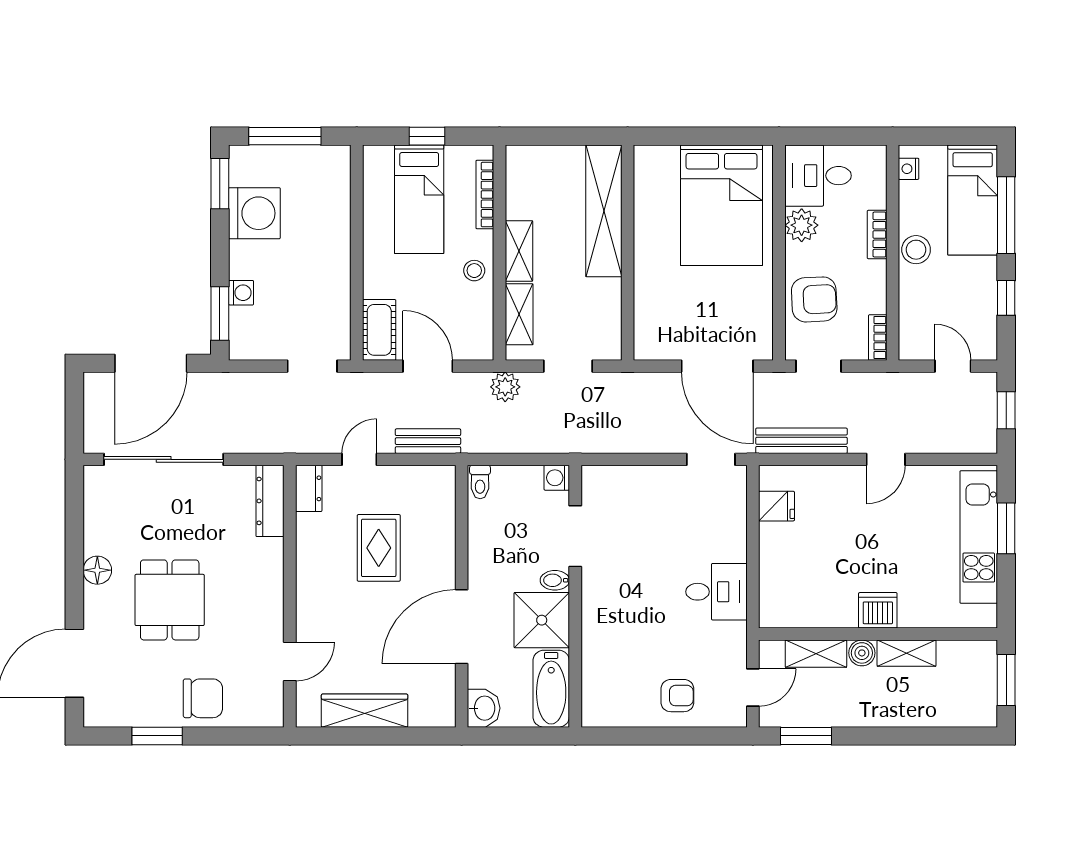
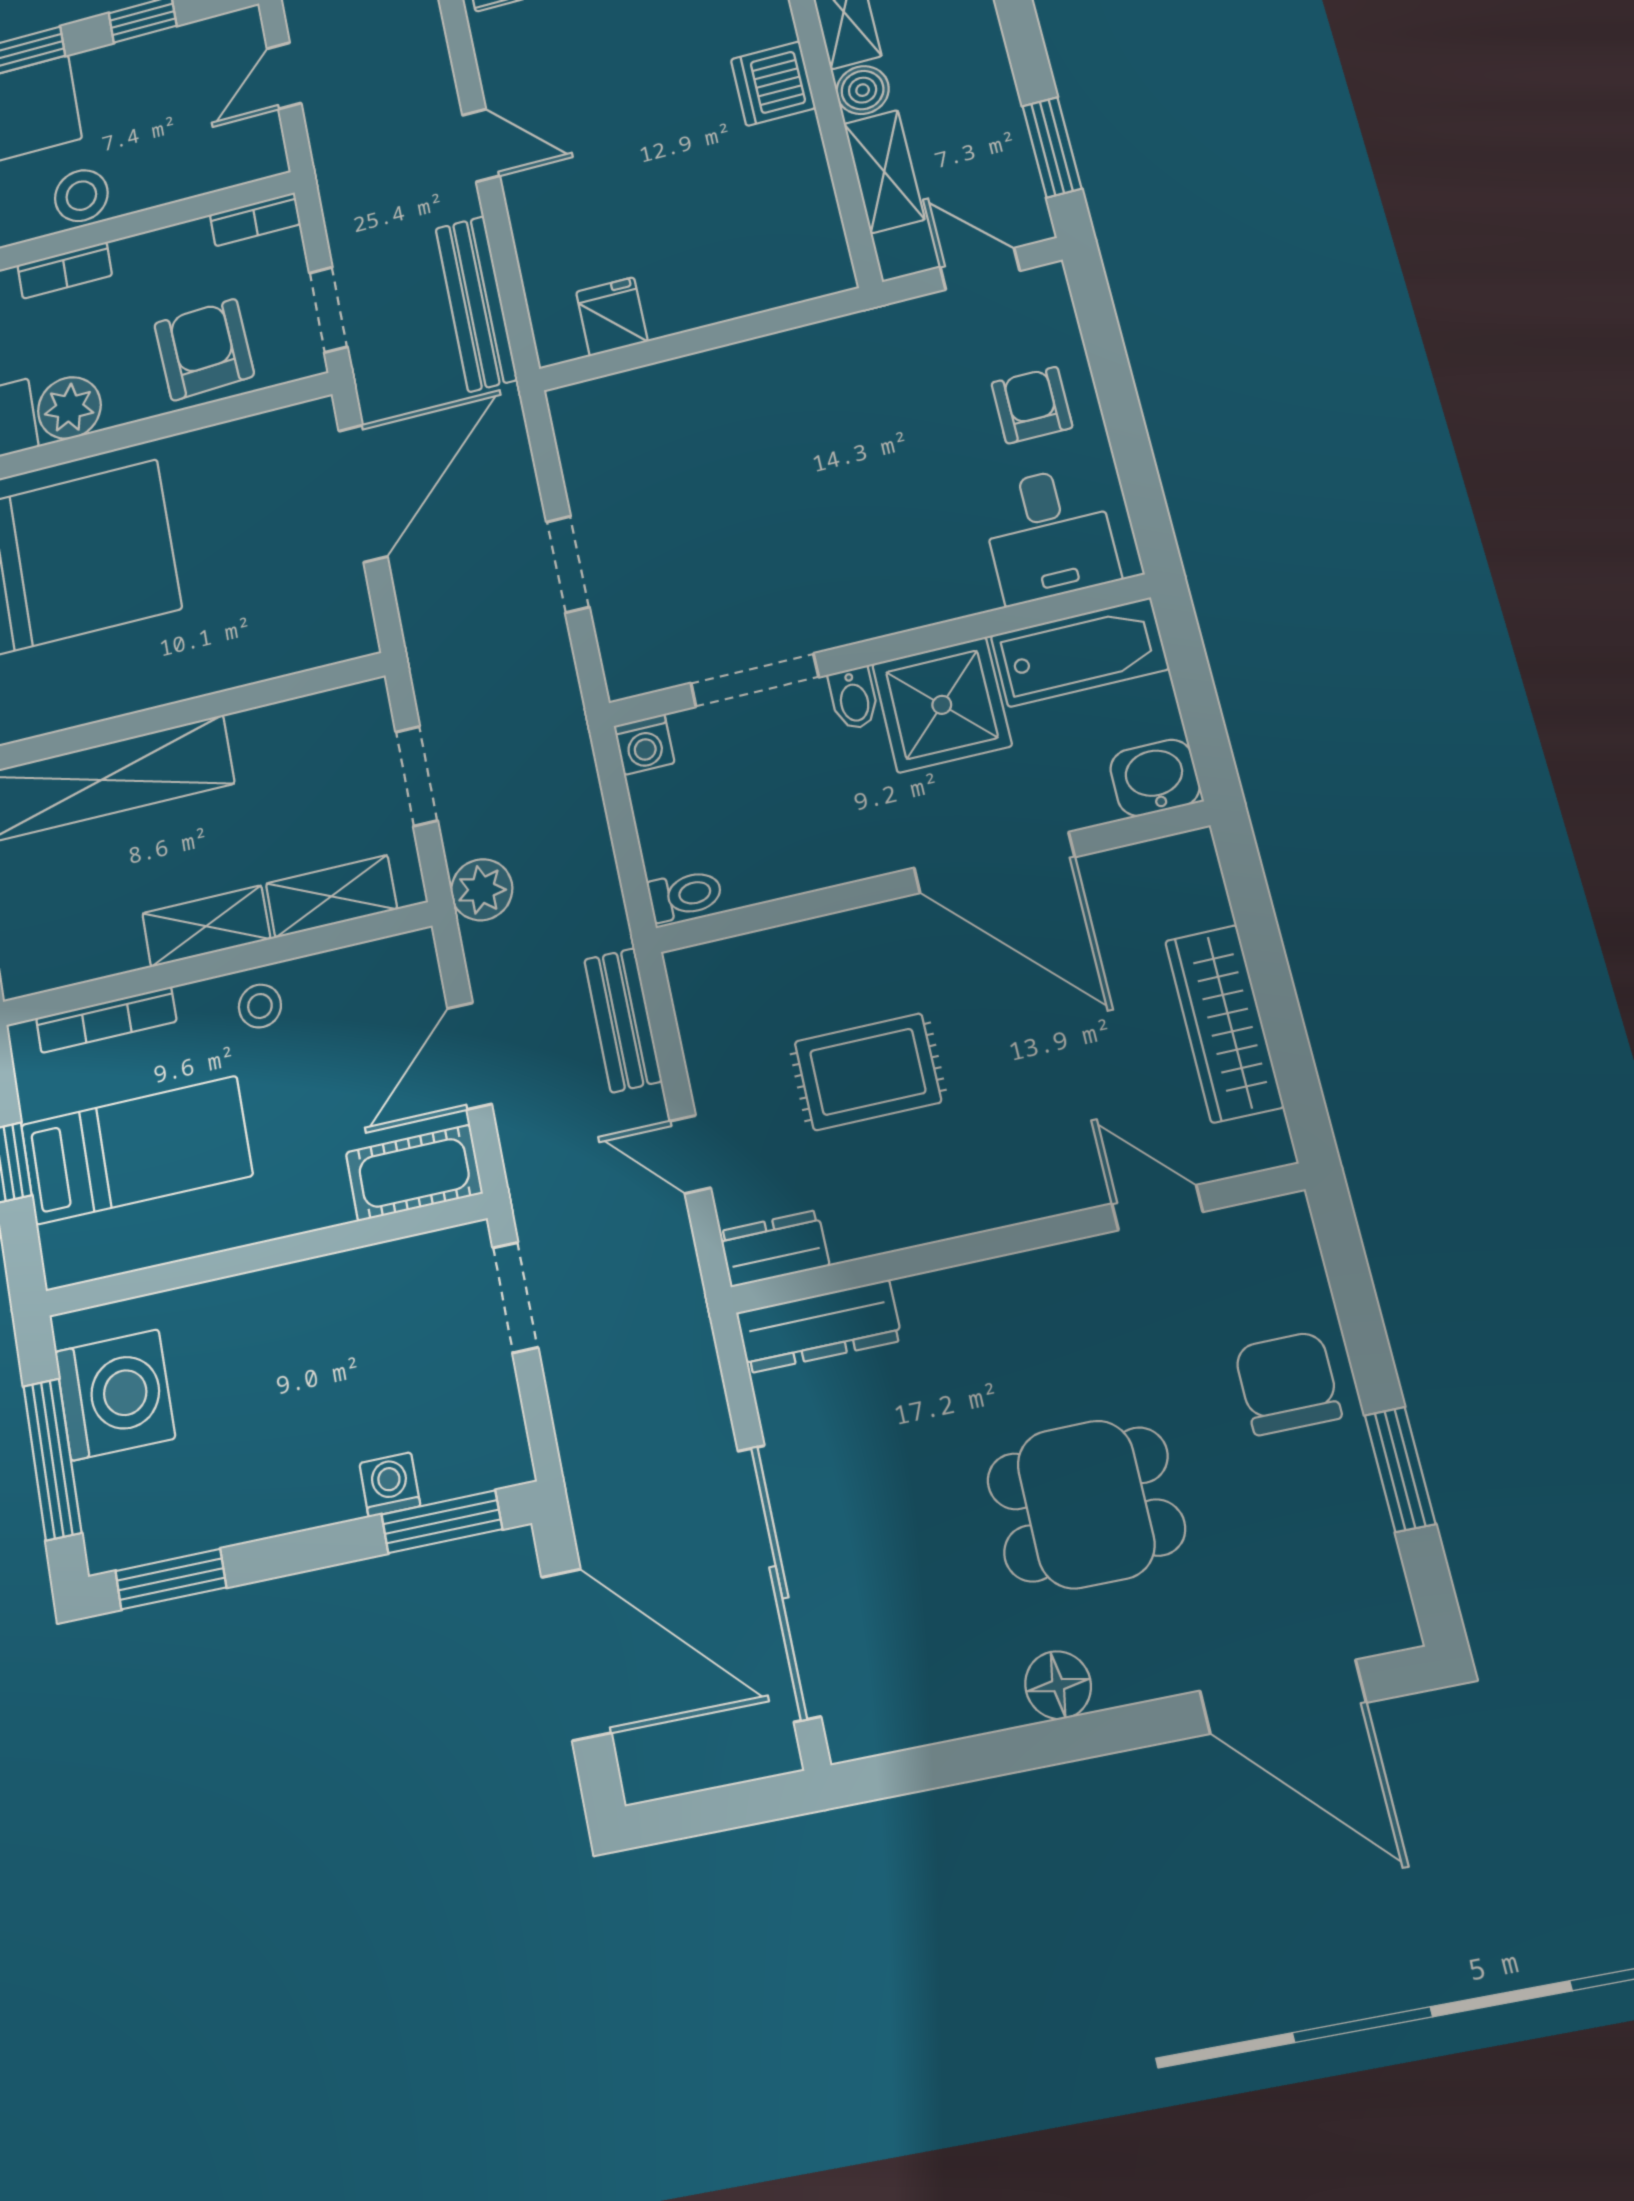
washing machine: (254, 213) -> (115, 1395), moved, turned 90
doorway: (711, 459) -> (568, 564), moved
desk: (716, 592) -> (1049, 534), moved, turned 180

